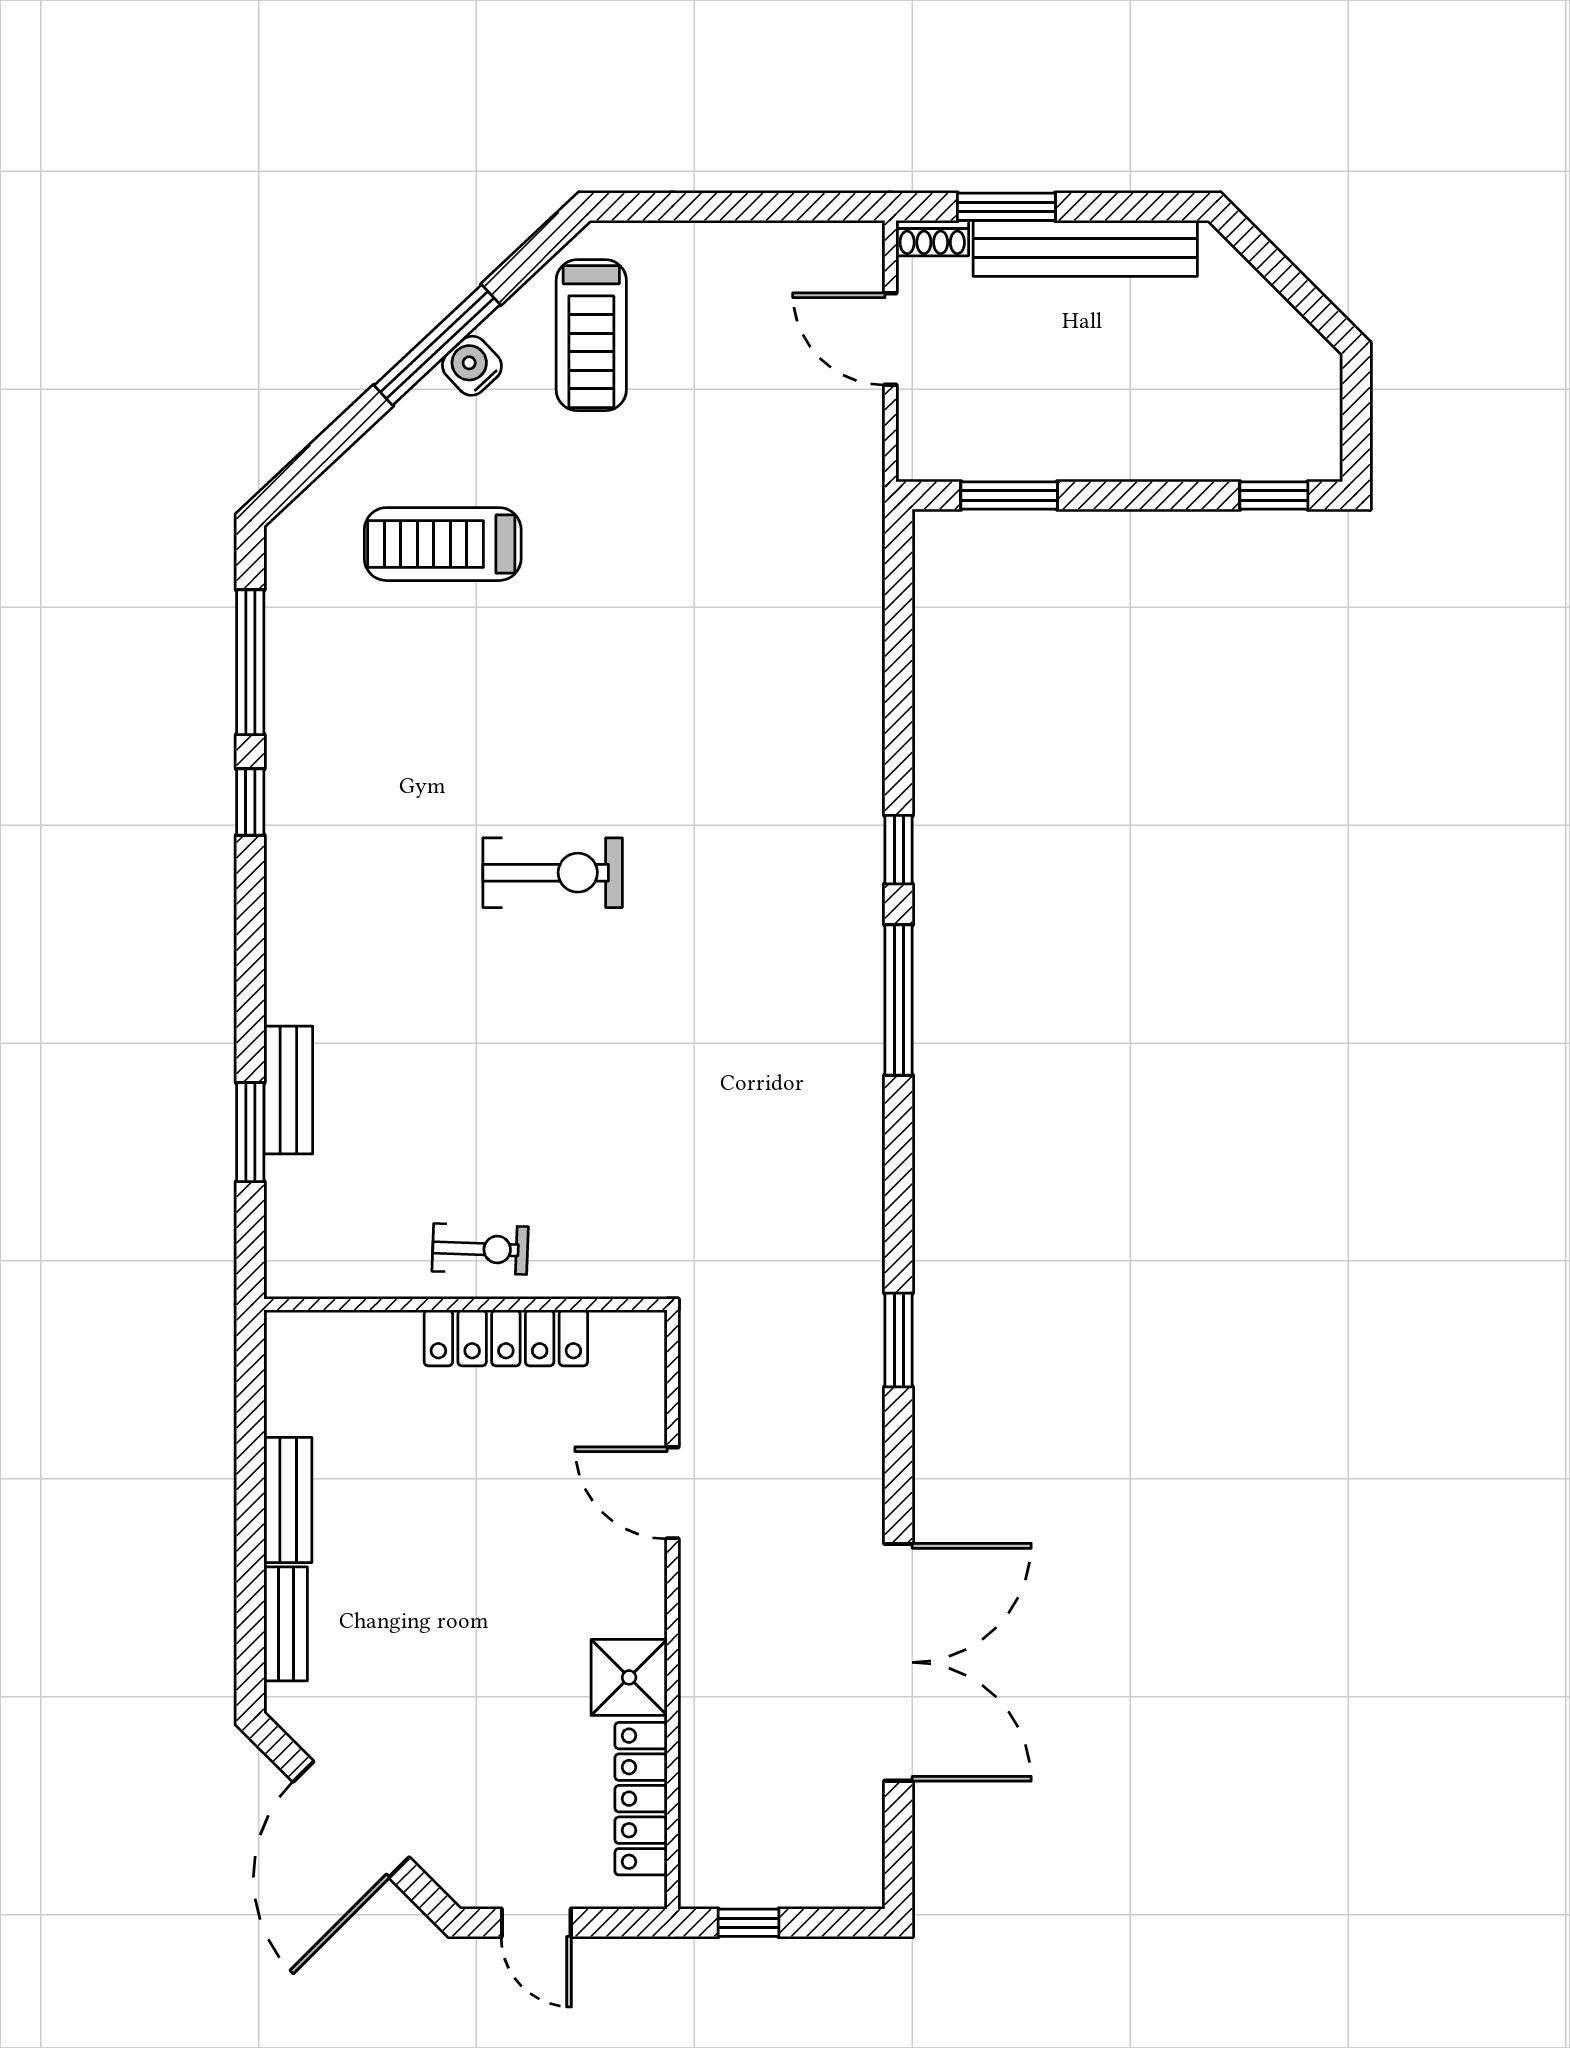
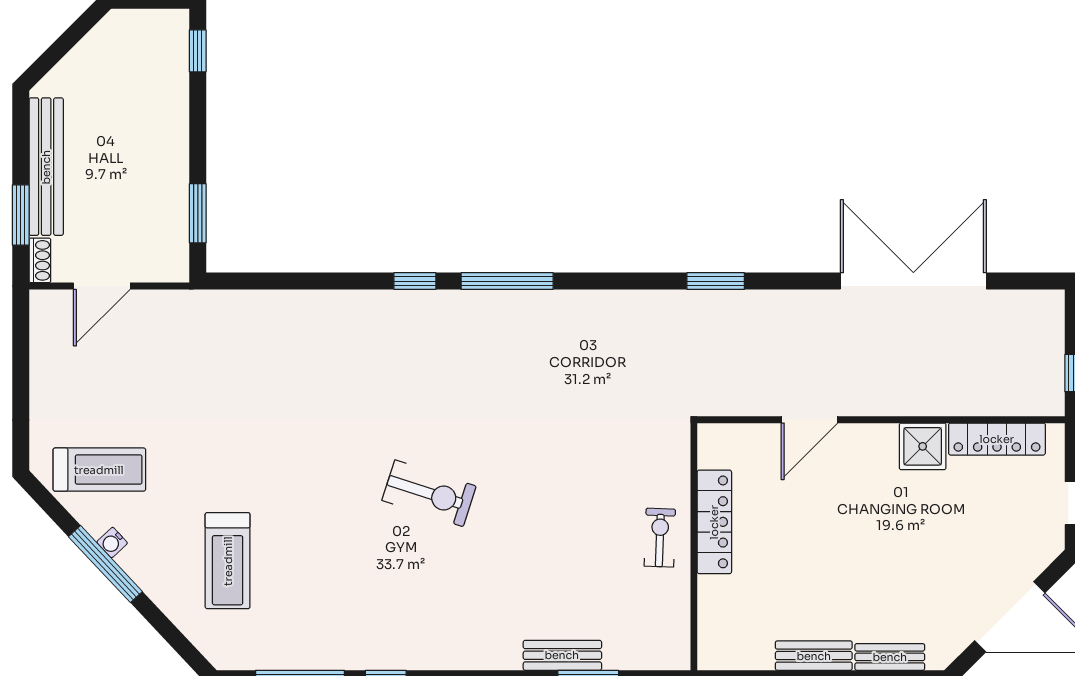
water cooler: (472, 366) -> (112, 543), width x0.72, depth x0.72
exercise bike: (553, 873) -> (429, 493), turned 108

